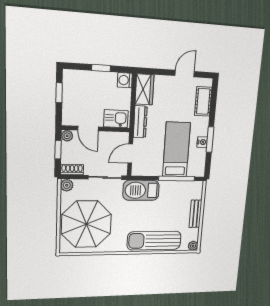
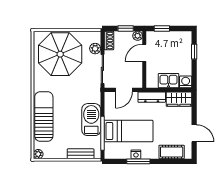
window: (101, 68) -> (194, 52), moved
window: (59, 93) -> (162, 28), moved
kitchen sink: (116, 119) -> (169, 81), moved, turned -90
door: (130, 154) -> (124, 90), swing flipped
plant: (67, 185) -> (95, 49), moved
barbecue: (141, 190) -> (91, 120), moved
bench: (195, 214) -> (81, 154), moved

